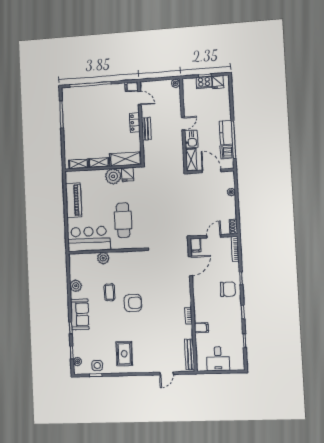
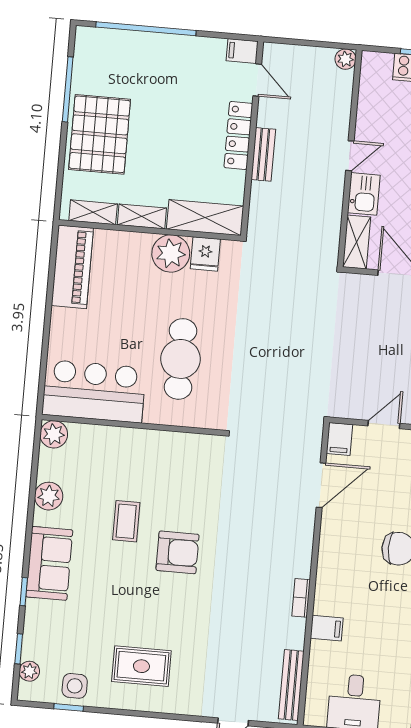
locker: (135, 123) -> (238, 135), width x1.53
pallet: (77, 131) -> (100, 134), added
piano: (74, 200) -> (72, 267), moved
plant: (103, 258) -> (54, 434), moved
rug: (124, 354) -> (141, 666), turned 90

